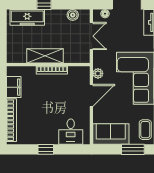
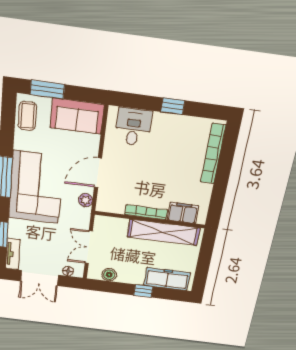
shelving: (45, 56) -> (163, 232), width x1.47
filing cabinet: (14, 87) -> (183, 213), moved, turned 90

